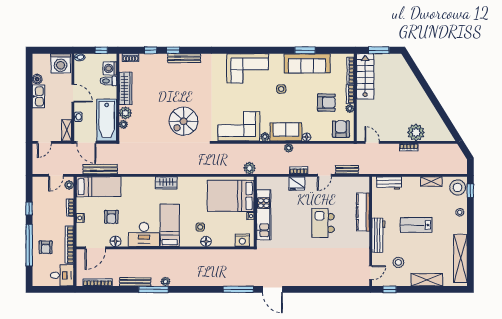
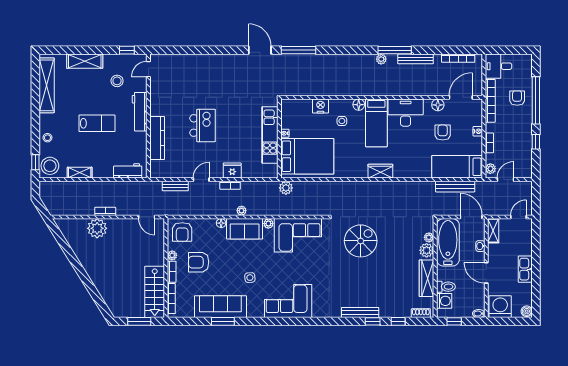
boiler: (37, 79) -> (527, 311), moved
nightstand: (242, 240) -> (321, 106), moved
floor lamp: (206, 241) -> (359, 105), moved

